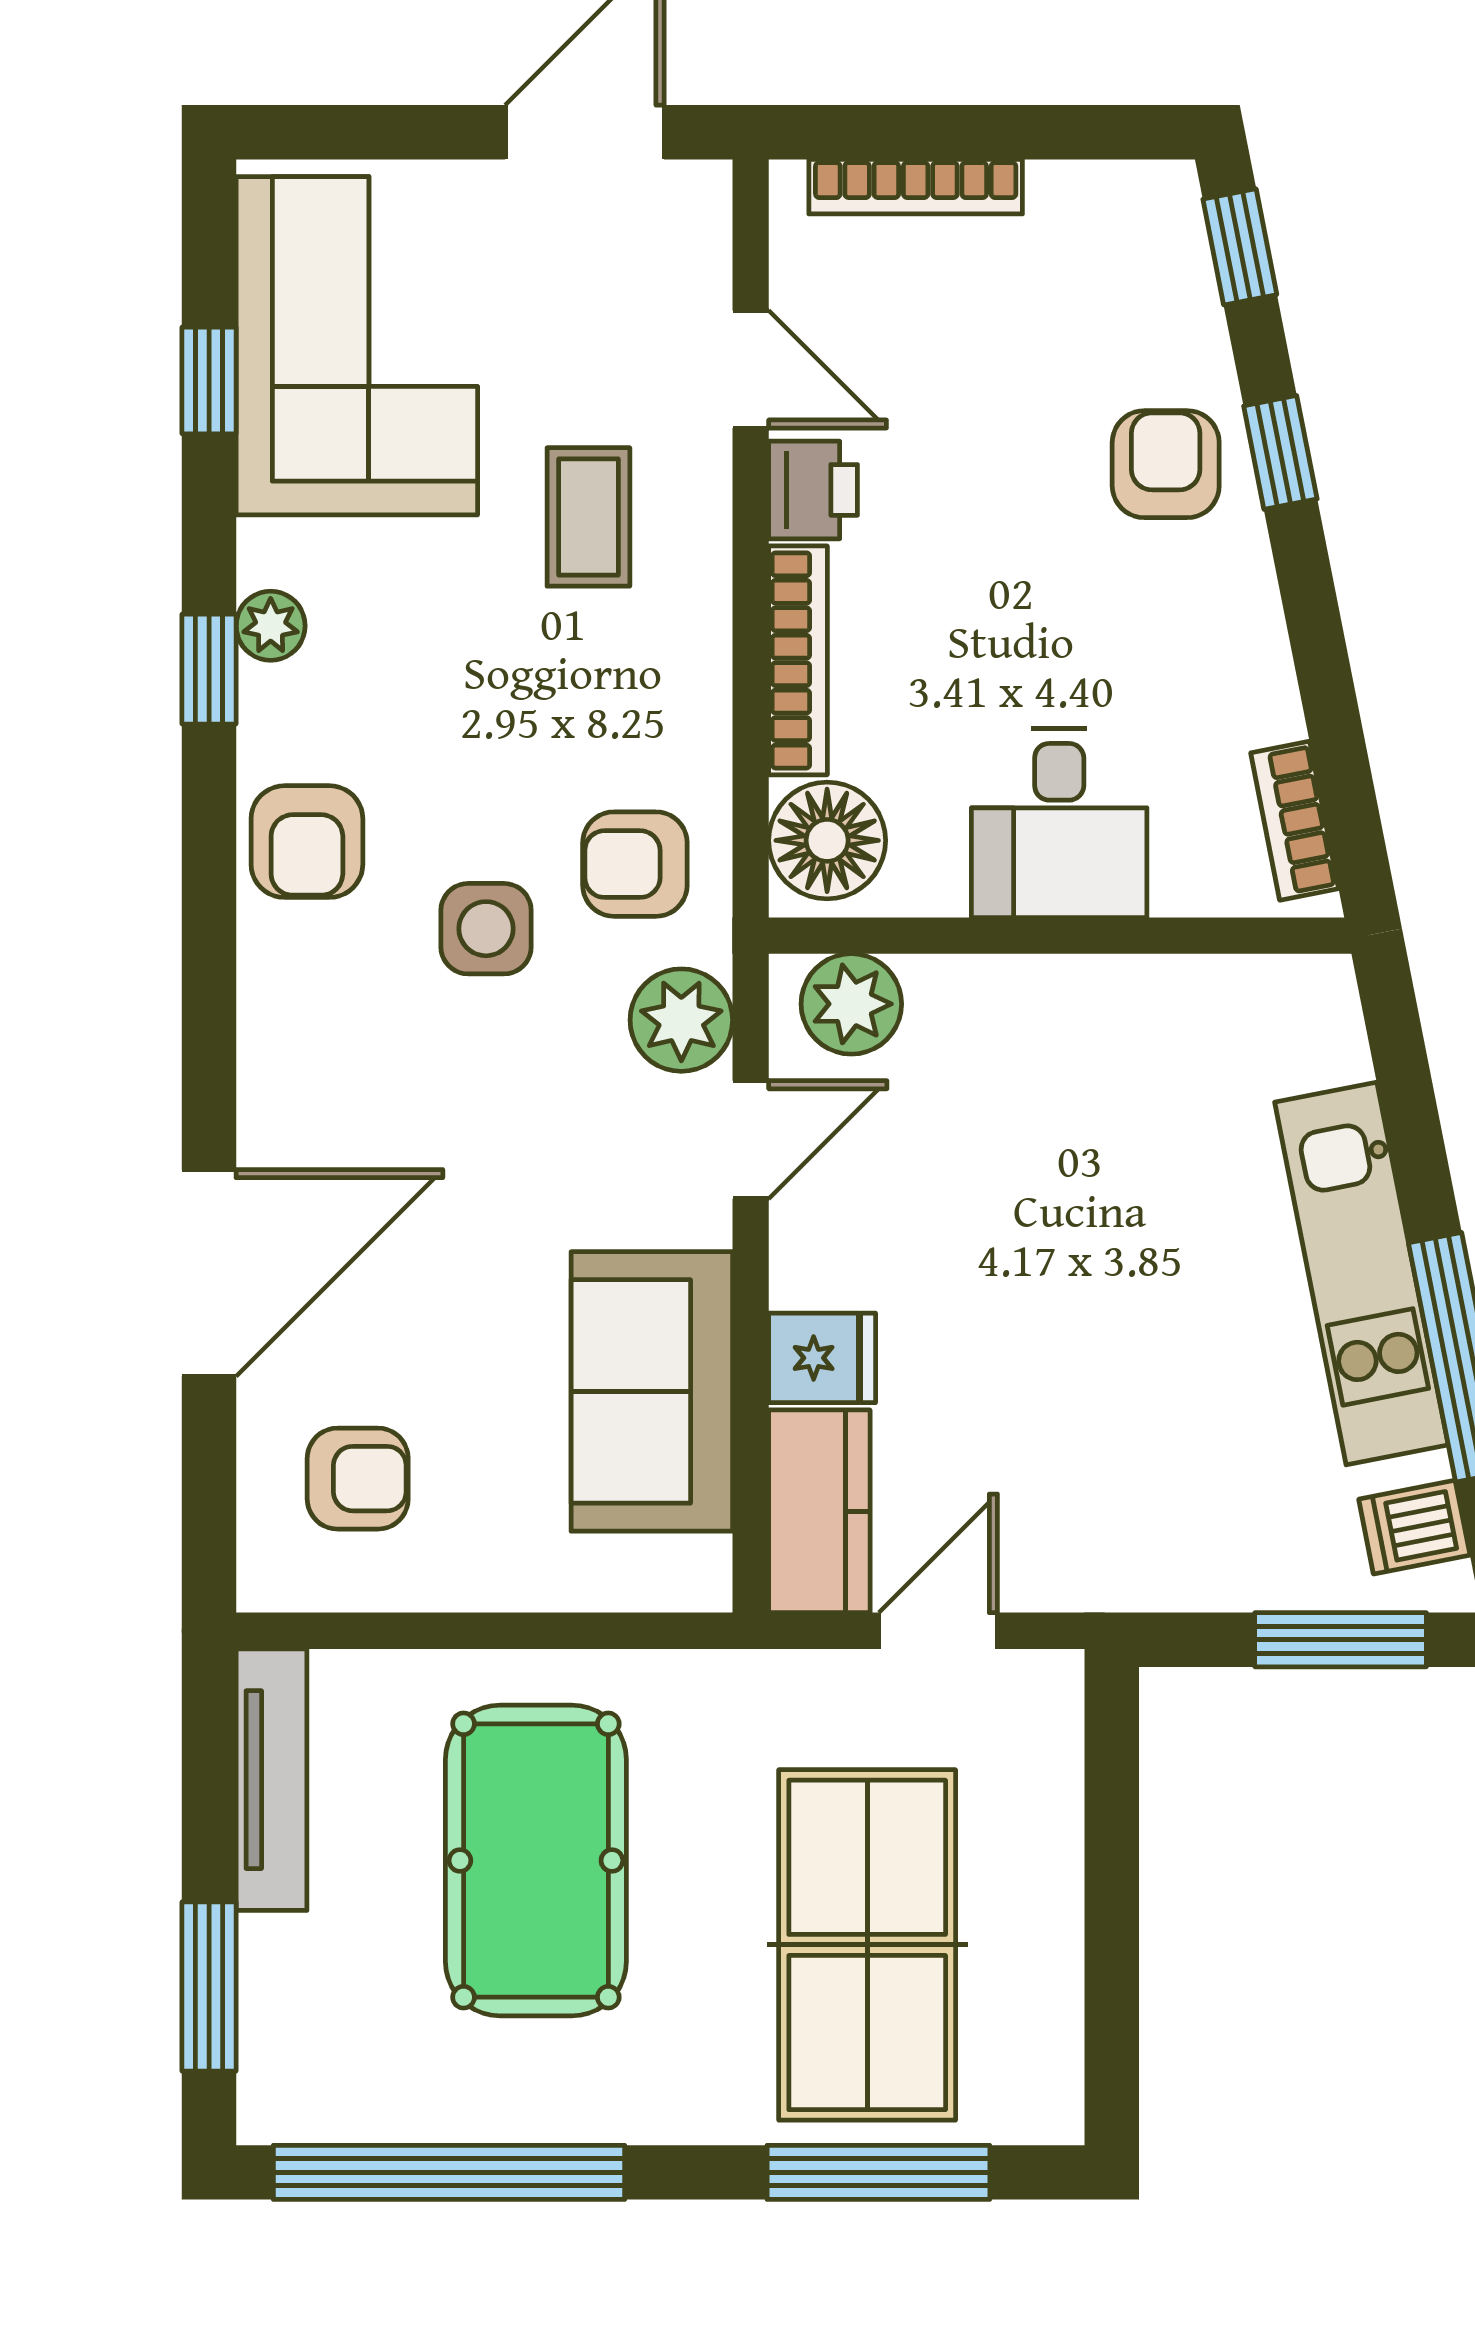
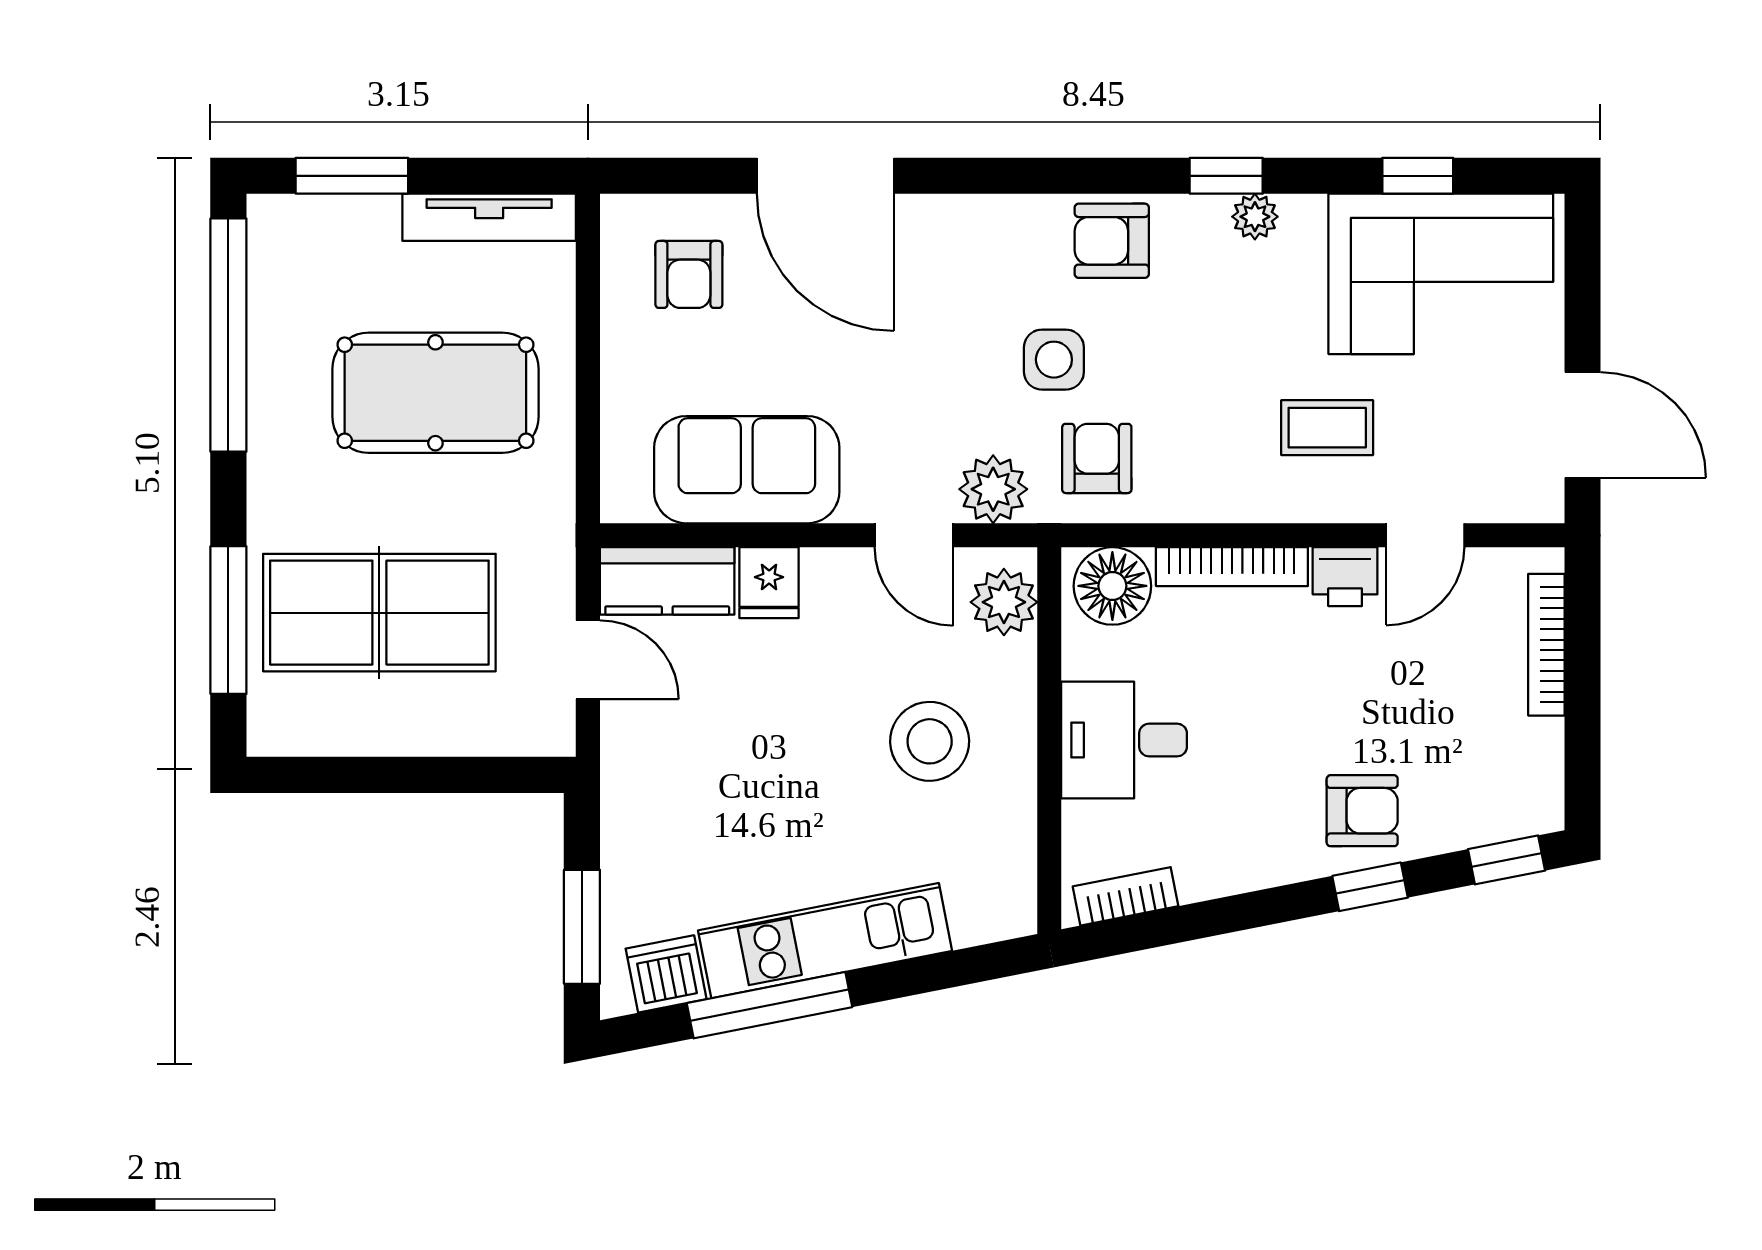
stool: (1061, 1116) -> (930, 741), added
dishwasher: (1414, 1527) -> (666, 974), width x1.38

